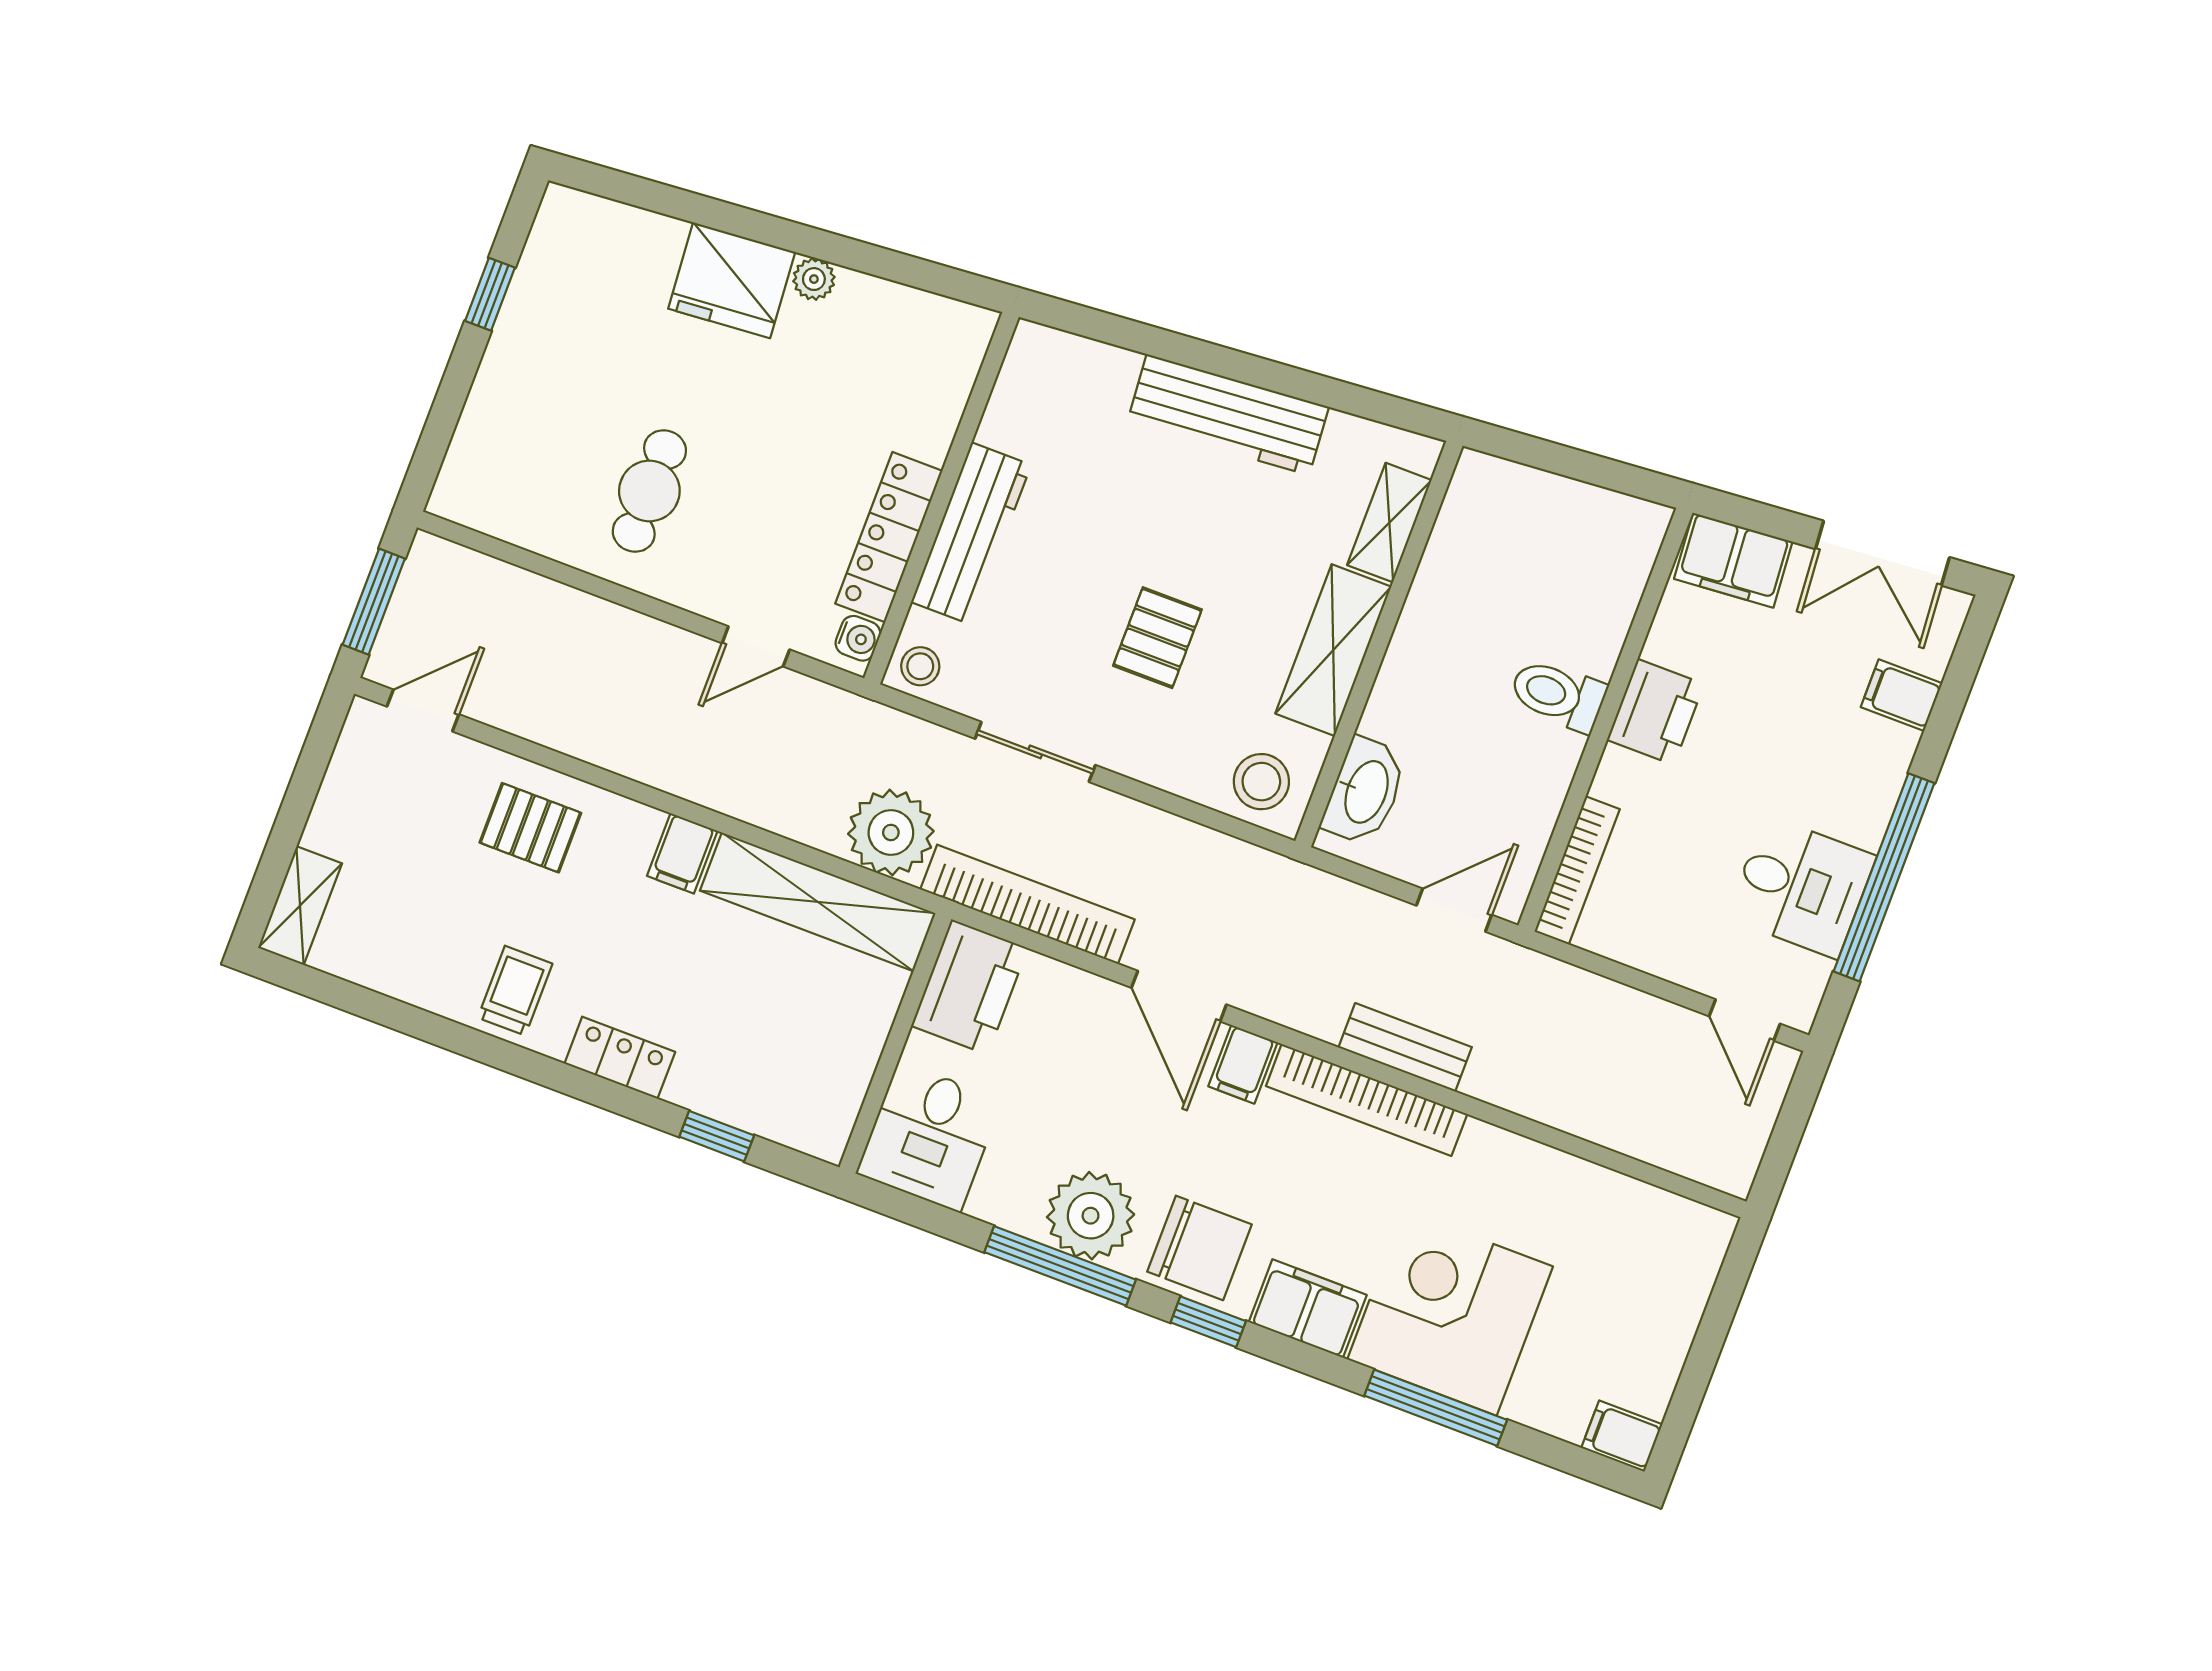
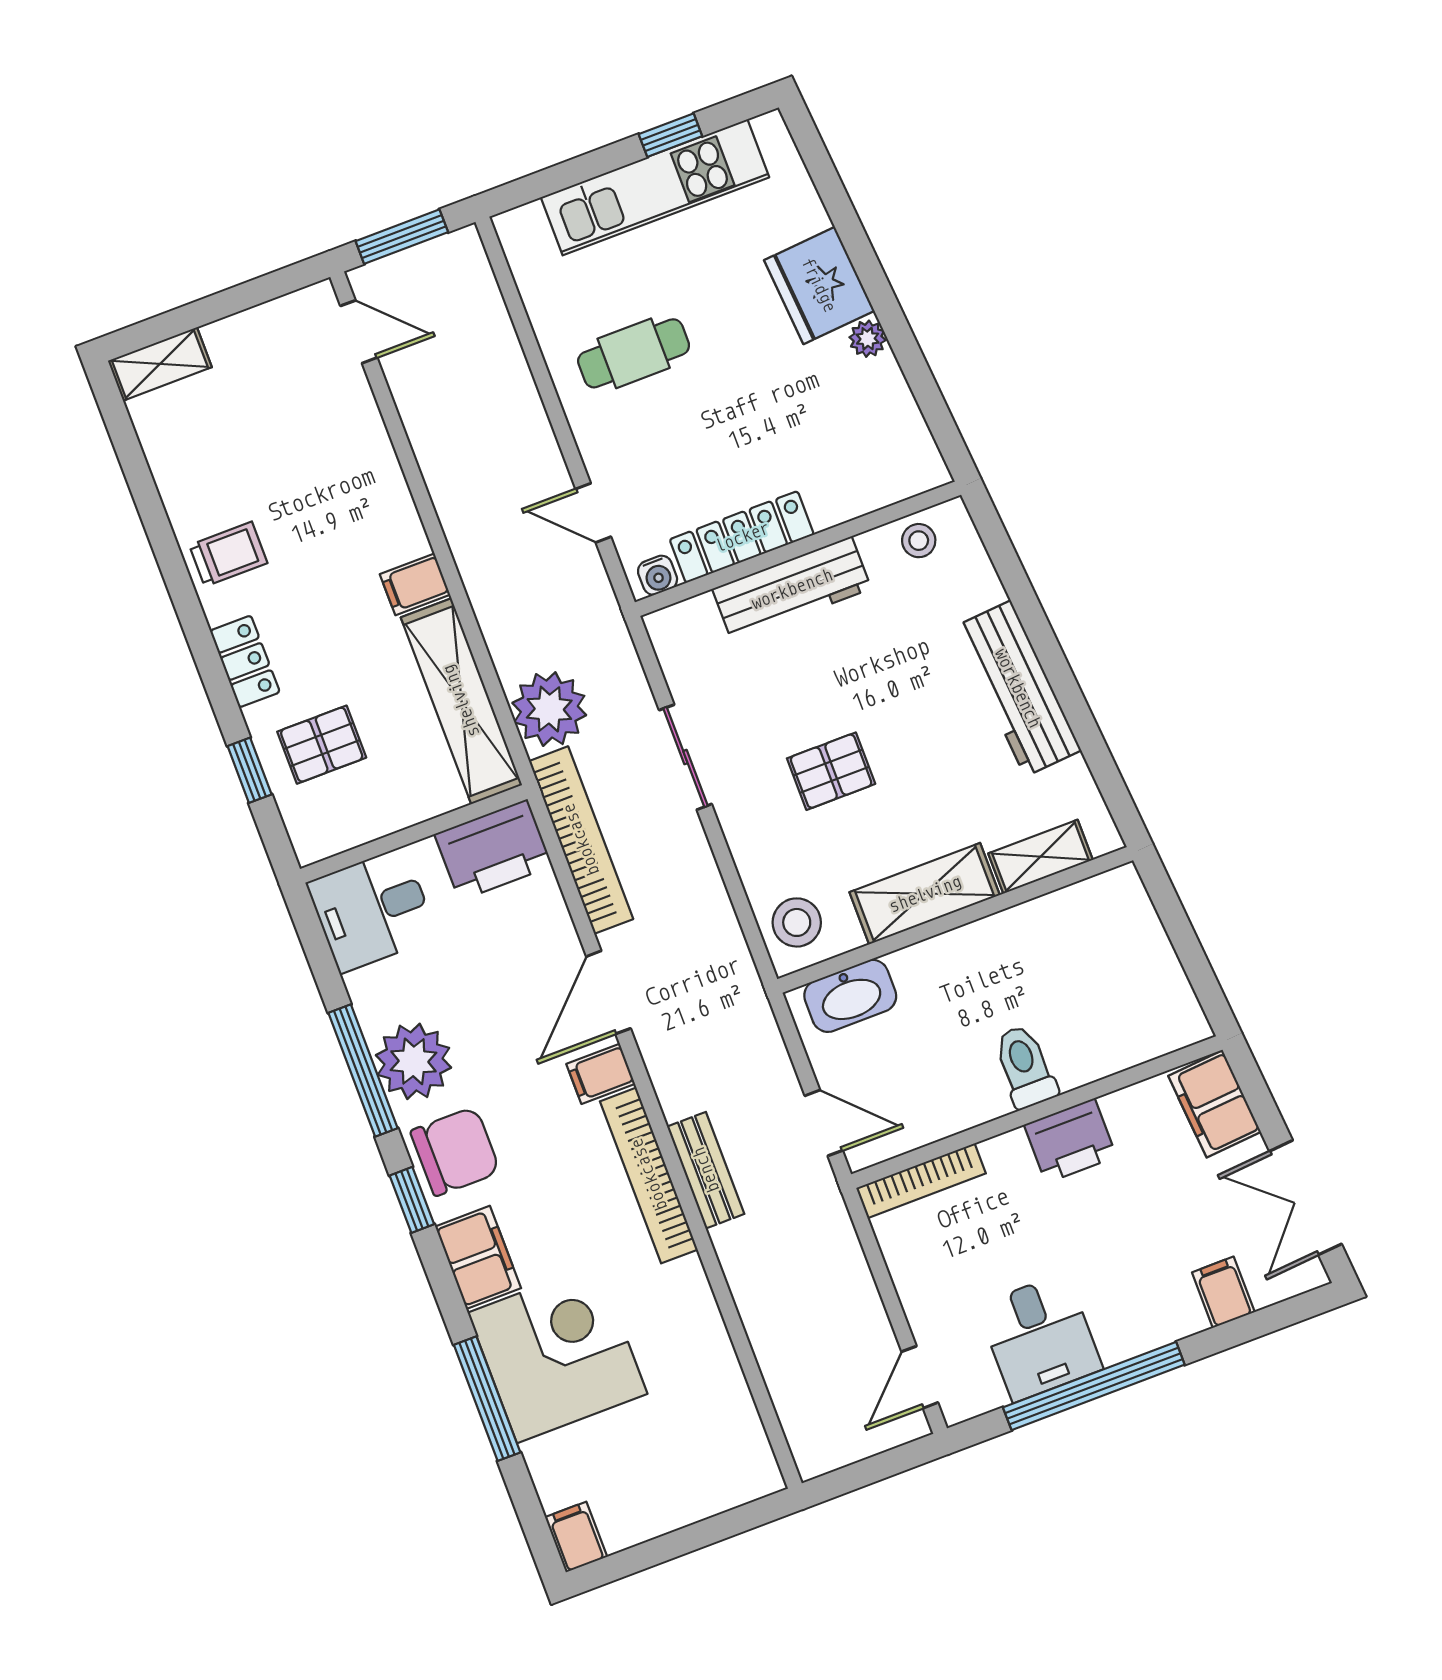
kitchen unit: (523, 347) -> (655, 187), added
stool: (920, 666) -> (919, 541), moved
pallet: (530, 828) -> (322, 745), moved, turned 90
chair: (1199, 1248) -> (455, 1151), turned -90

